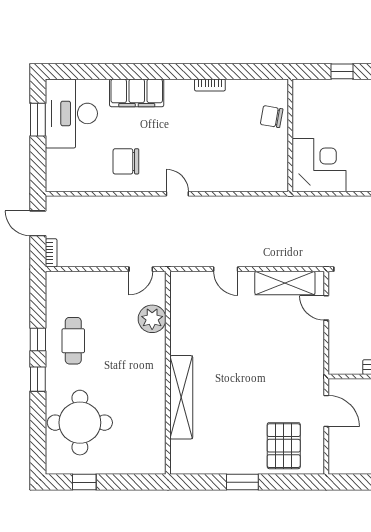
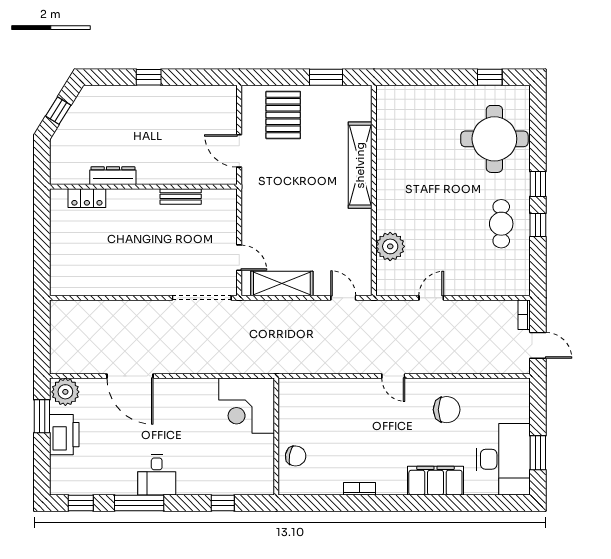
plant: (152, 319) -> (390, 246), moved
wall: (168, 373) -> (374, 191), moved
shelving: (181, 397) -> (360, 165), moved

